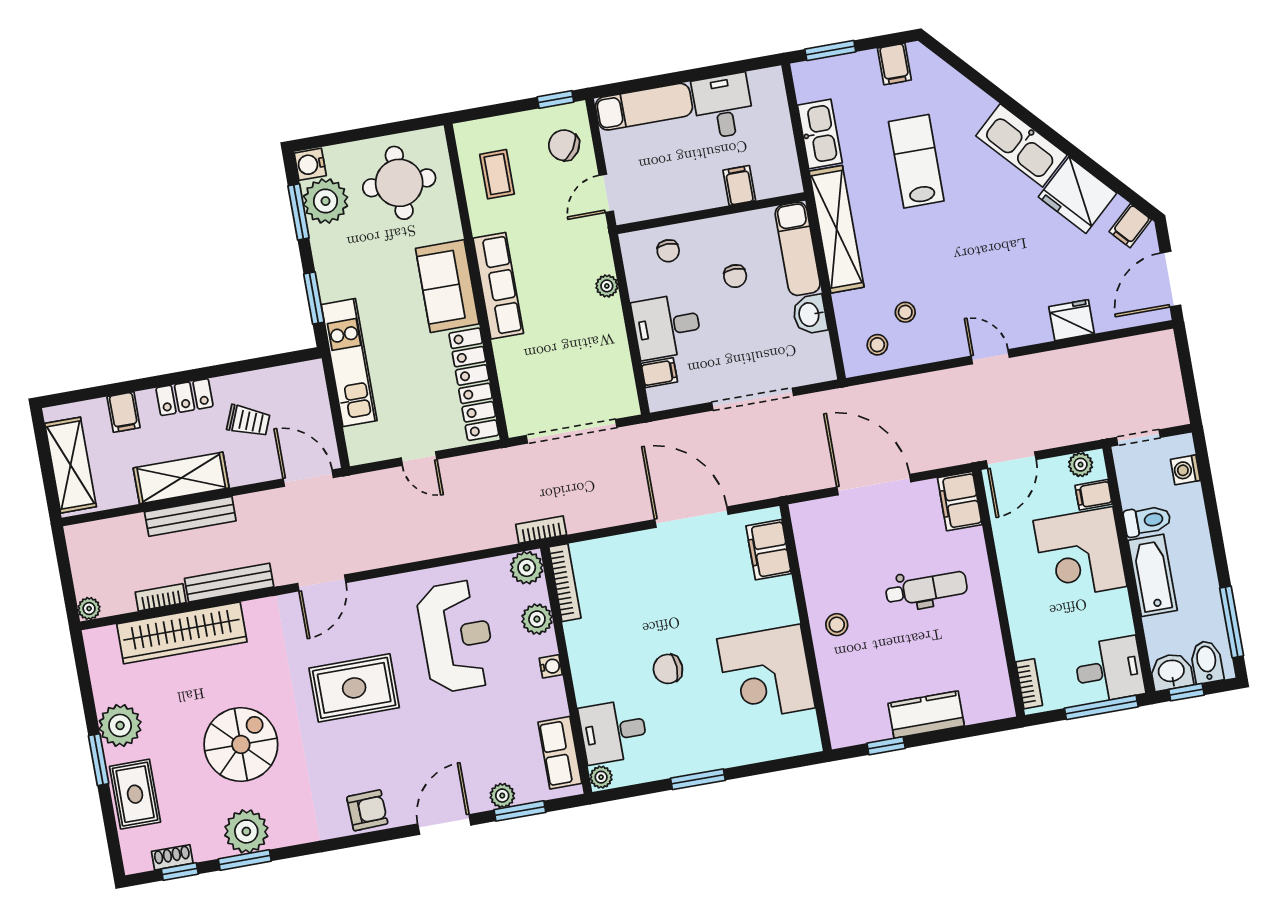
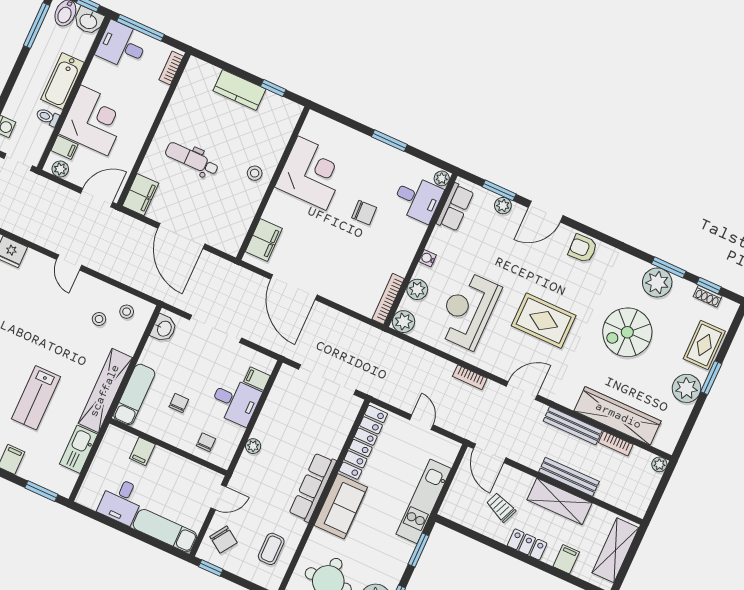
washbasin: (810, 314) -> (164, 328), moved
toilet: (1147, 521) -> (48, 117), width x0.73, depth x0.72
bookcase: (541, 530) -> (470, 377), moved

